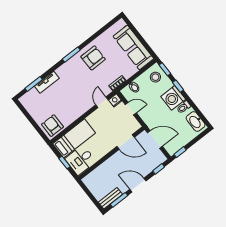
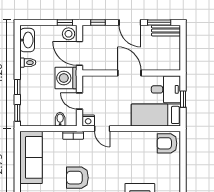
stool: (155, 77) -> (69, 34), moved
washing machine: (173, 98) -> (66, 78), moved, turned 180
door: (102, 102) -> (102, 129), hinge flipped
armchair: (52, 126) -> (167, 143), turned 90
door: (126, 142) -> (129, 73), moved

